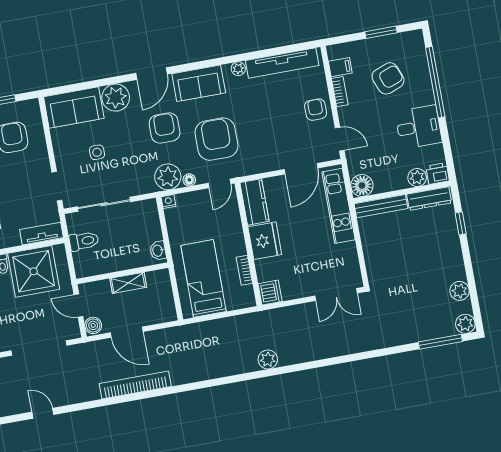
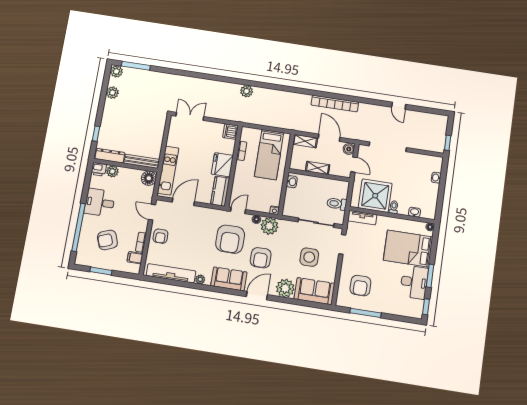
side table: (97, 152) -> (309, 257), width x1.87, depth x1.87
shelving: (159, 316) -> (305, 141), added

